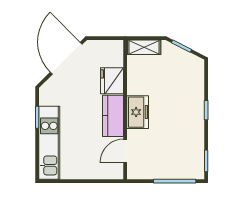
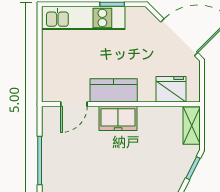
fridge: (112, 81) -> (171, 89), moved
door: (125, 151) -> (74, 104), swing flipped

